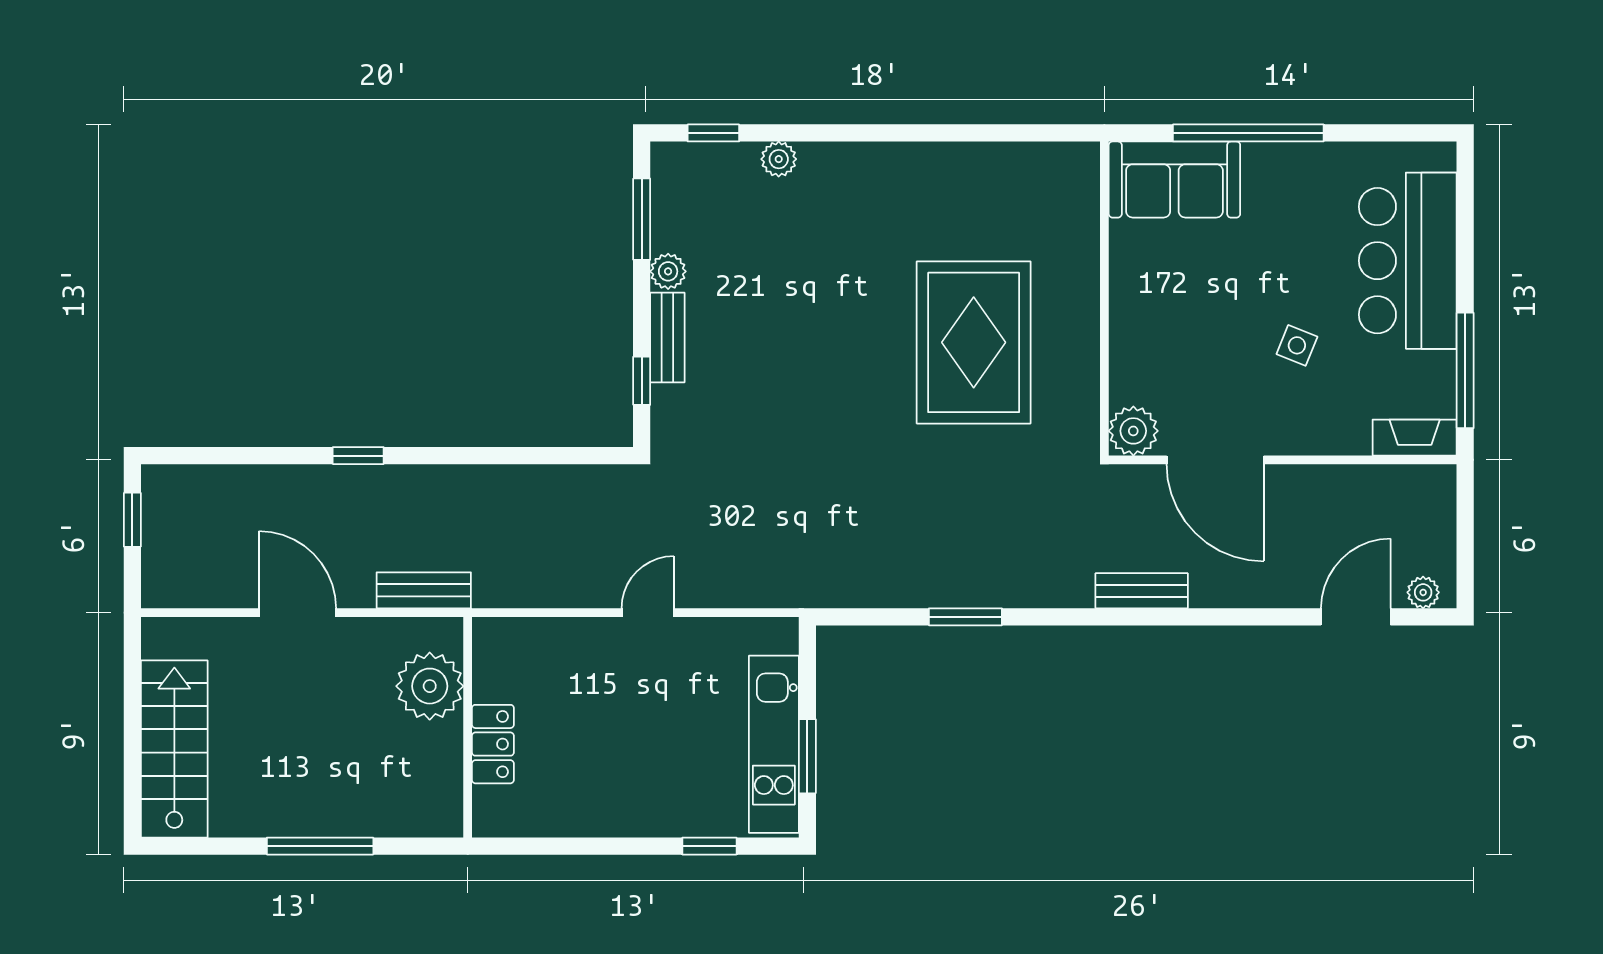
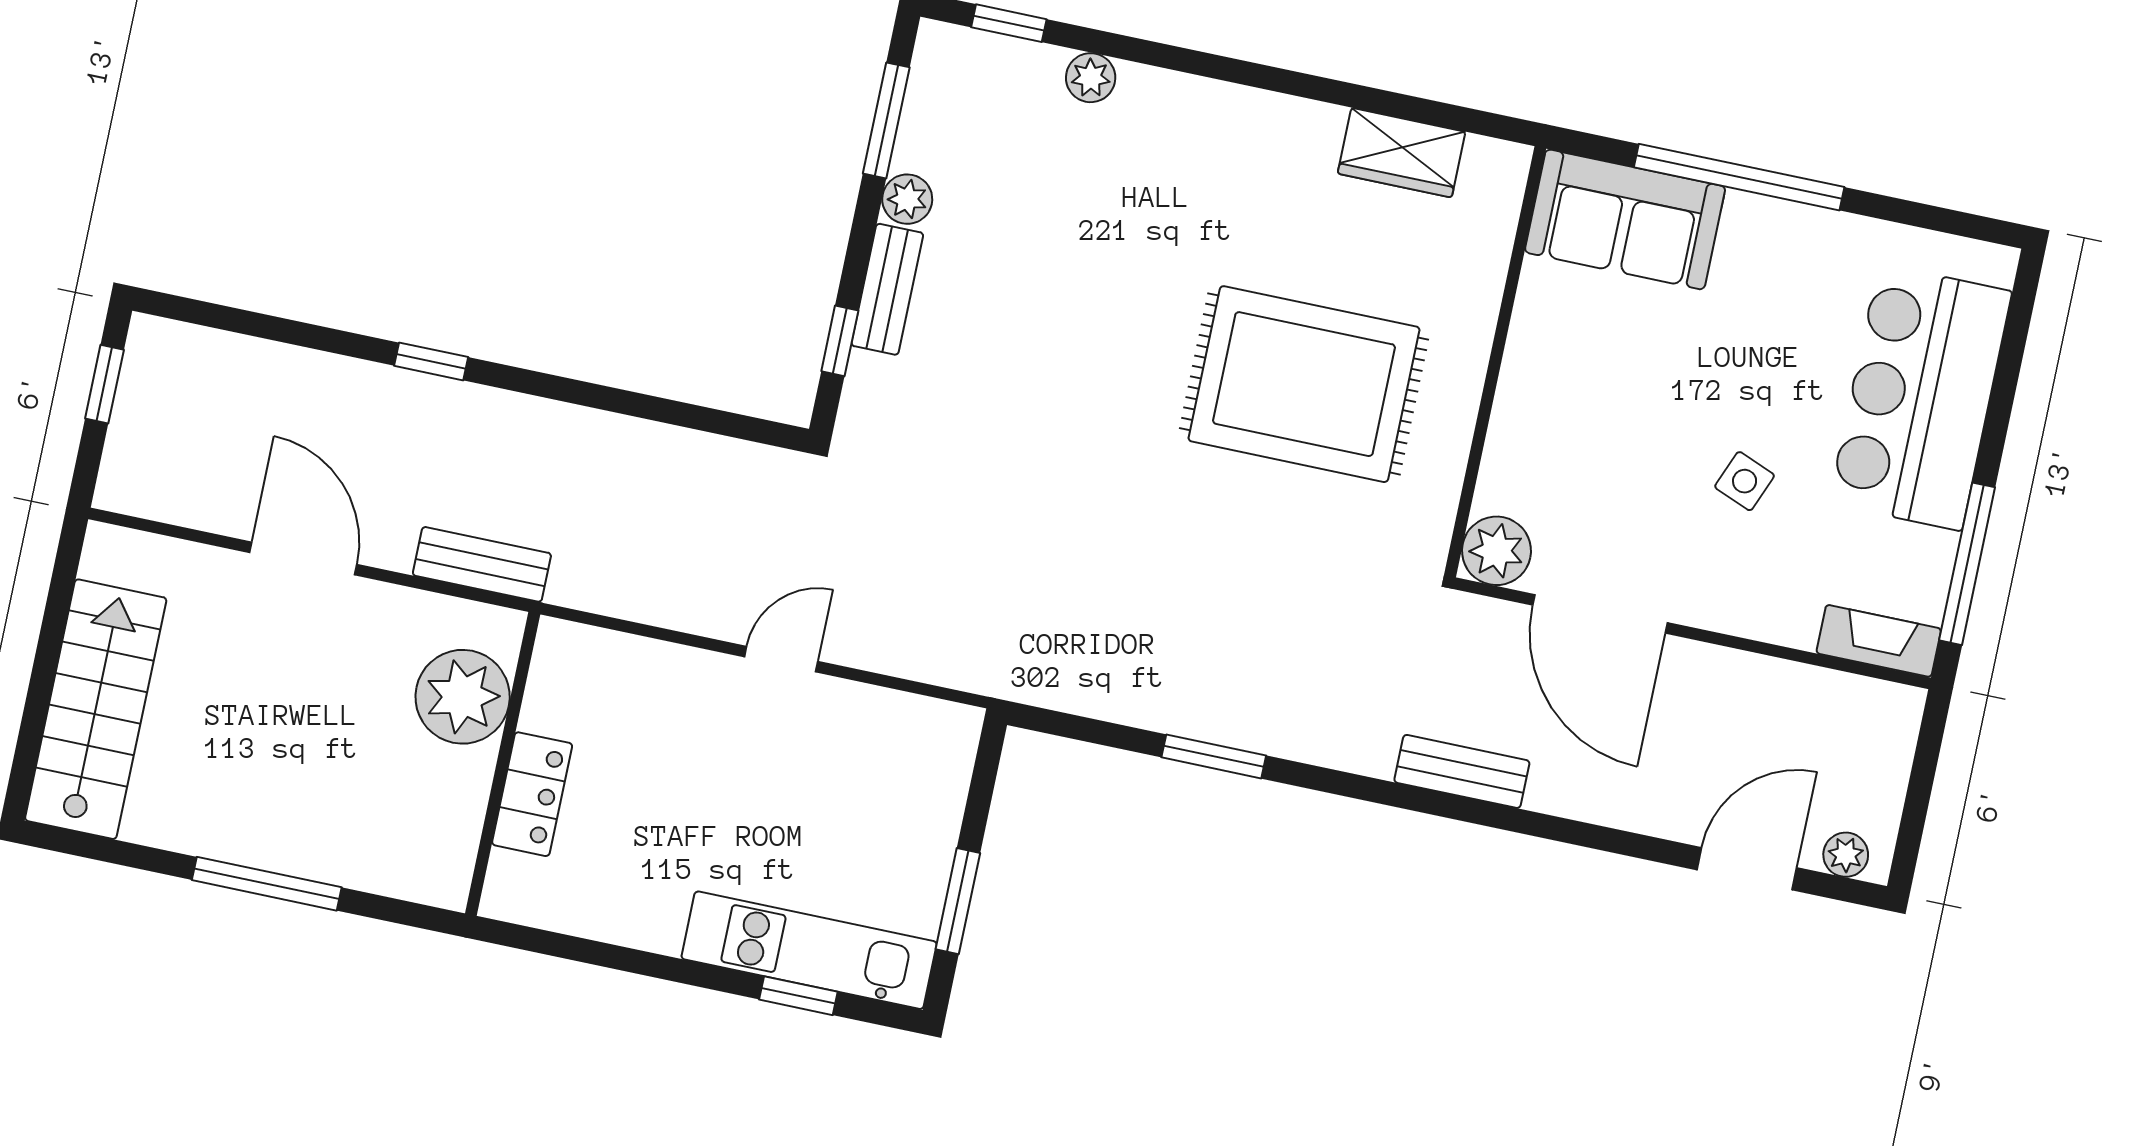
wardrobe: (1008, 166) -> (1402, 153), added
rug: (974, 342) -> (1304, 384), turned 90
kitchen unit: (774, 744) -> (809, 950), moved, turned 90

